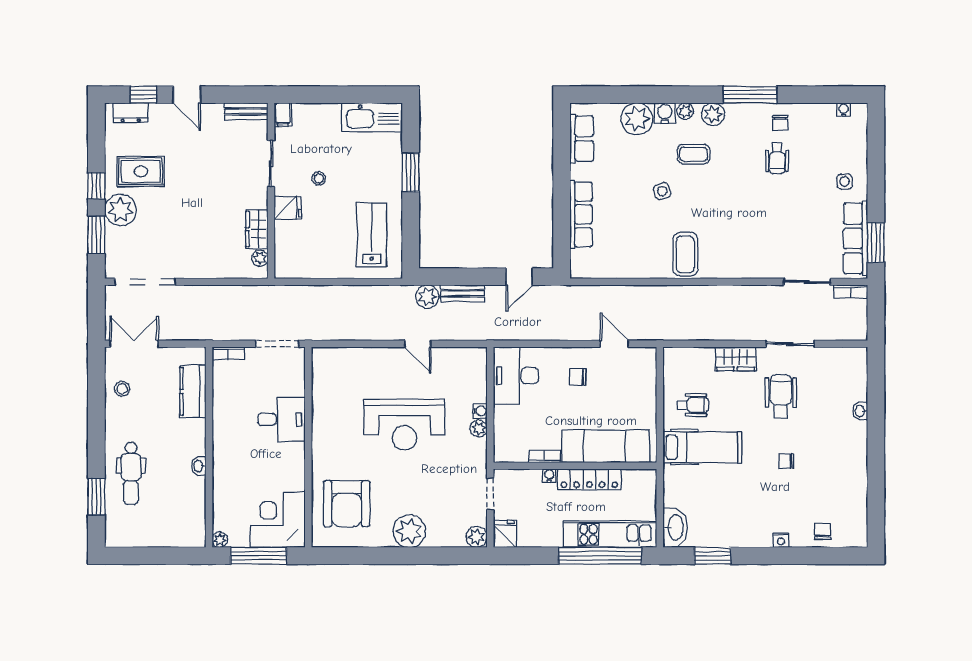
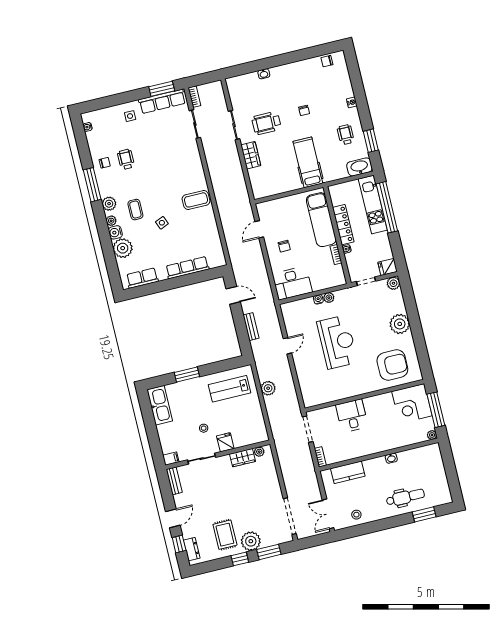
wheelchair: (777, 158) -> (126, 159), turned -90
plant: (427, 297) -> (268, 388), moved
wheelchair: (693, 405) -> (346, 135), moved
chair: (823, 531) -> (327, 61), moved

